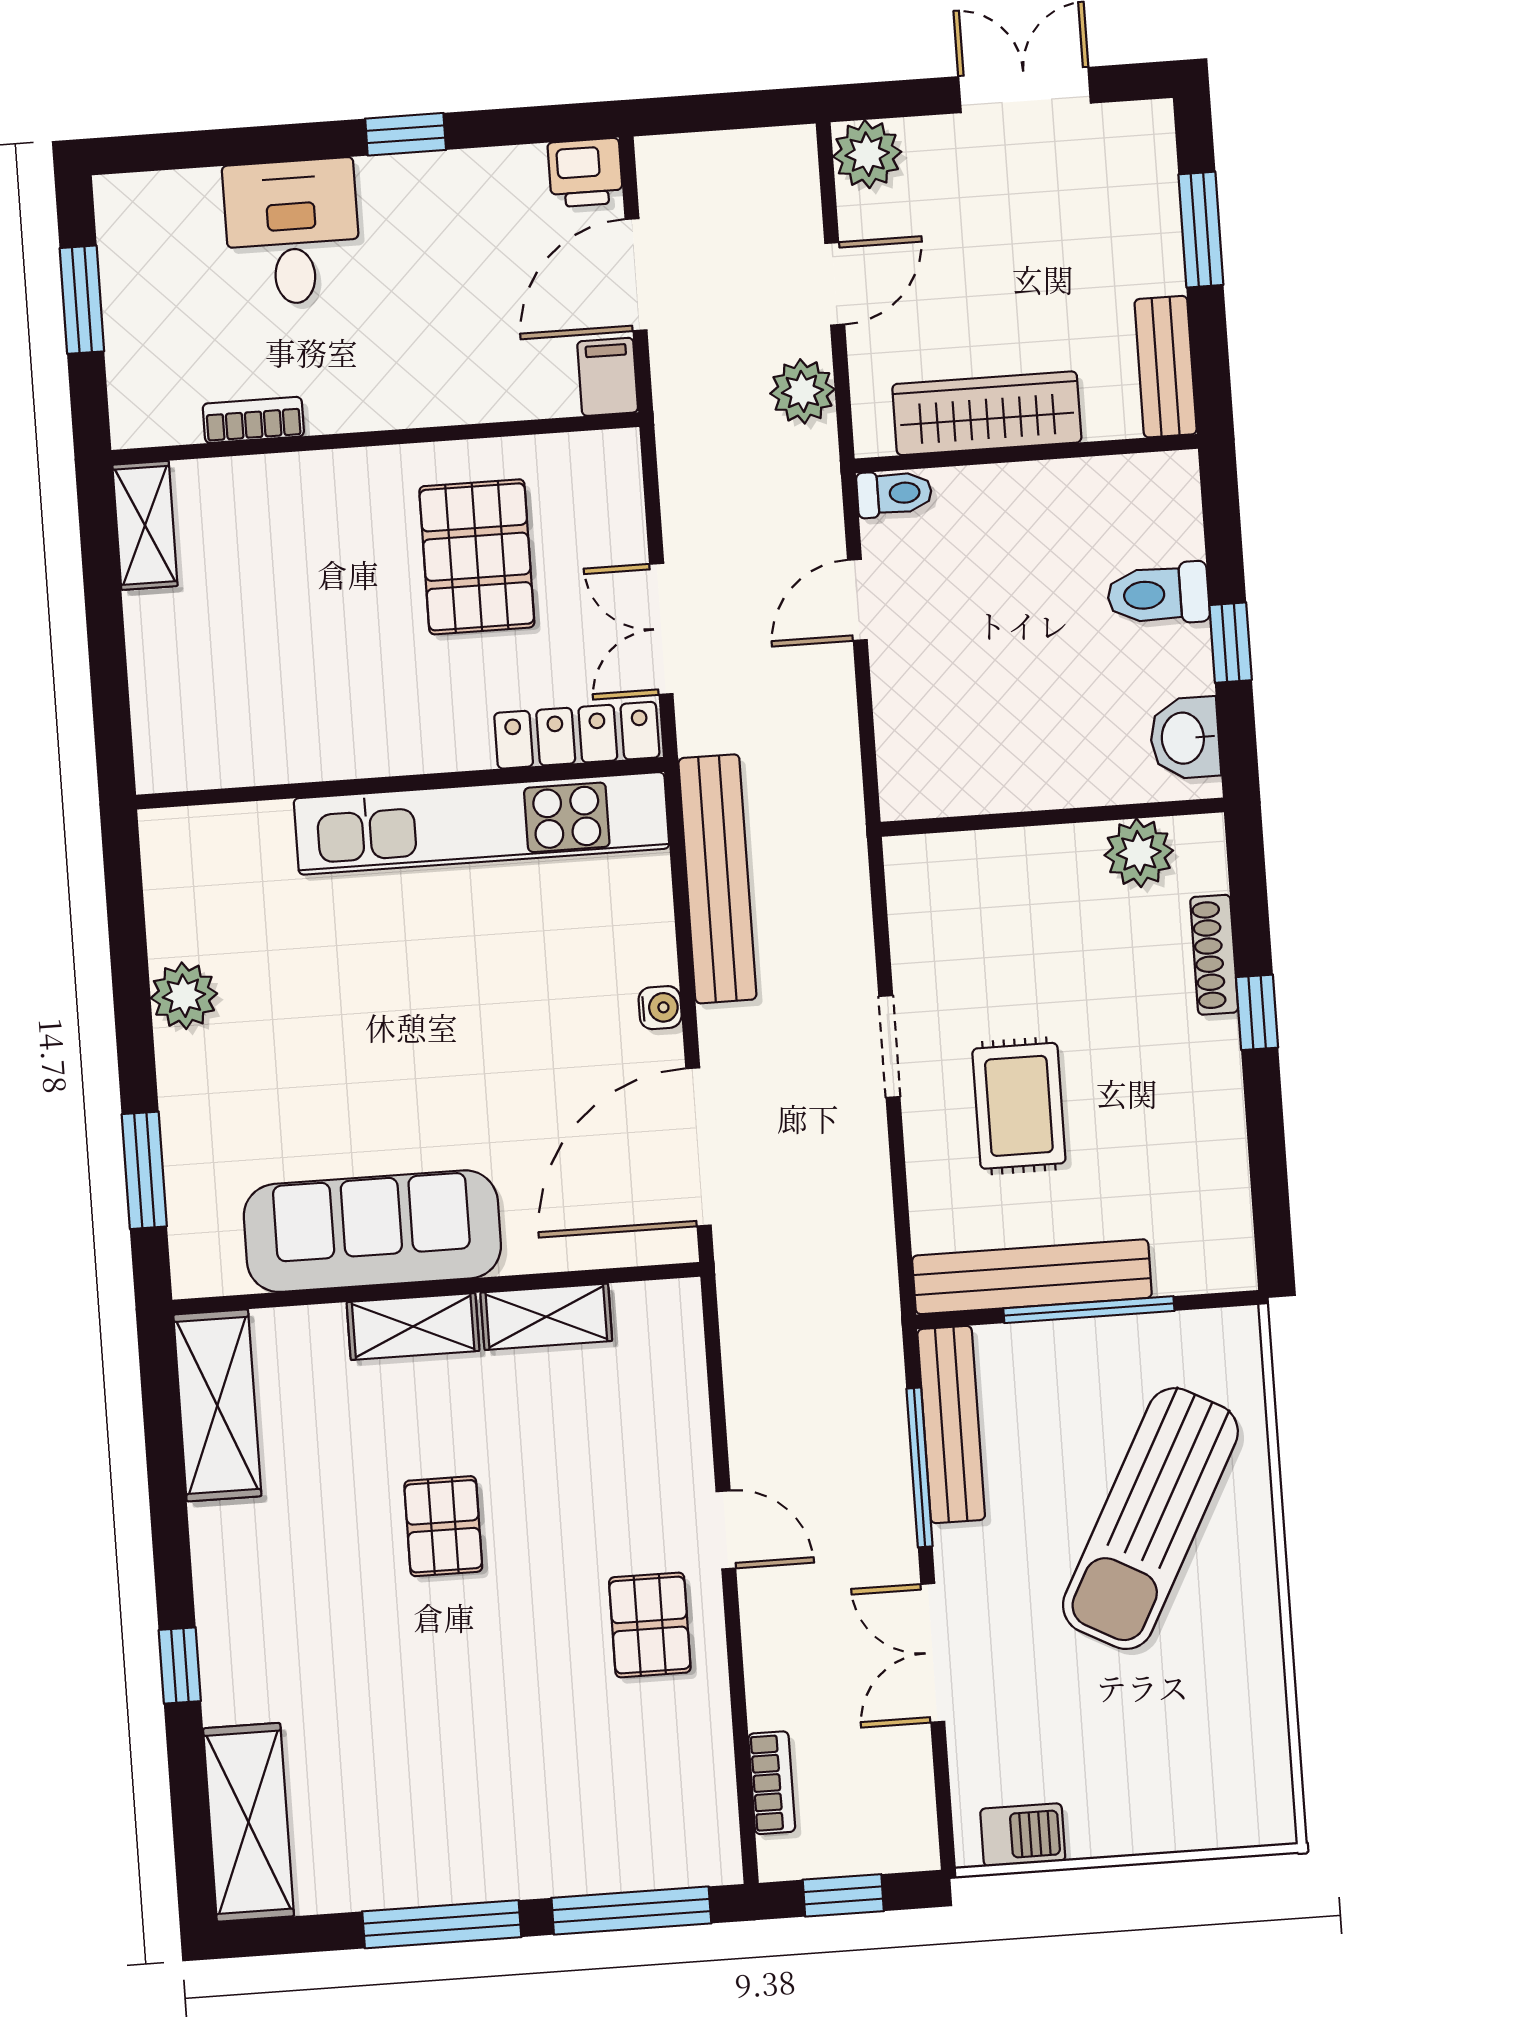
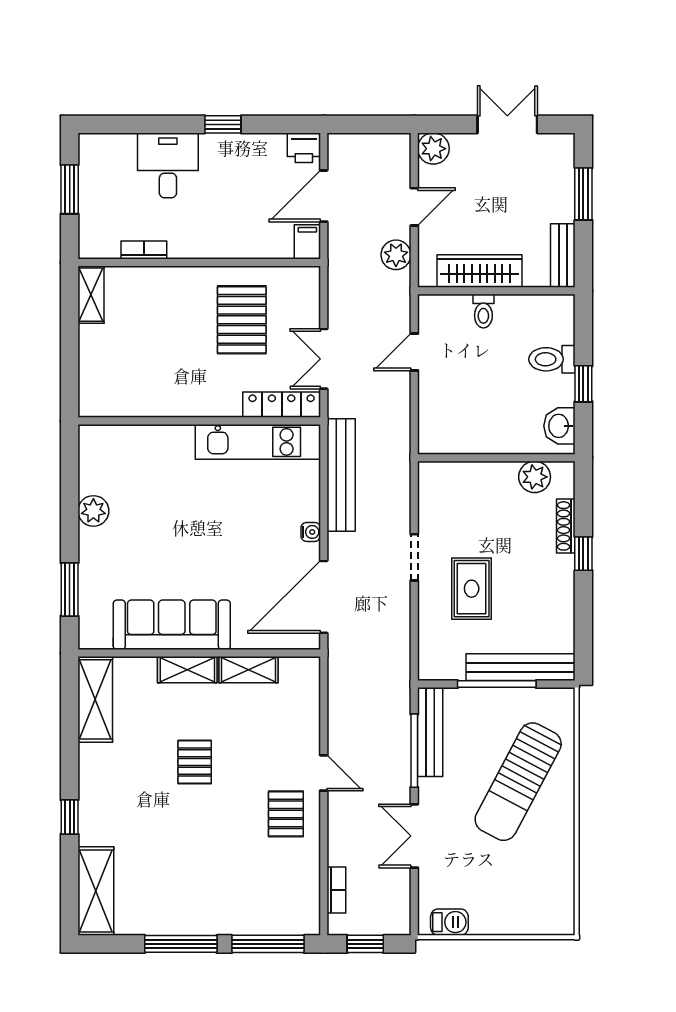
toilet: (894, 493) -> (483, 311), moved, turned 90
kitchen unit: (482, 823) -> (258, 442), width x0.73
bench: (1032, 1277) -> (520, 667), moved

